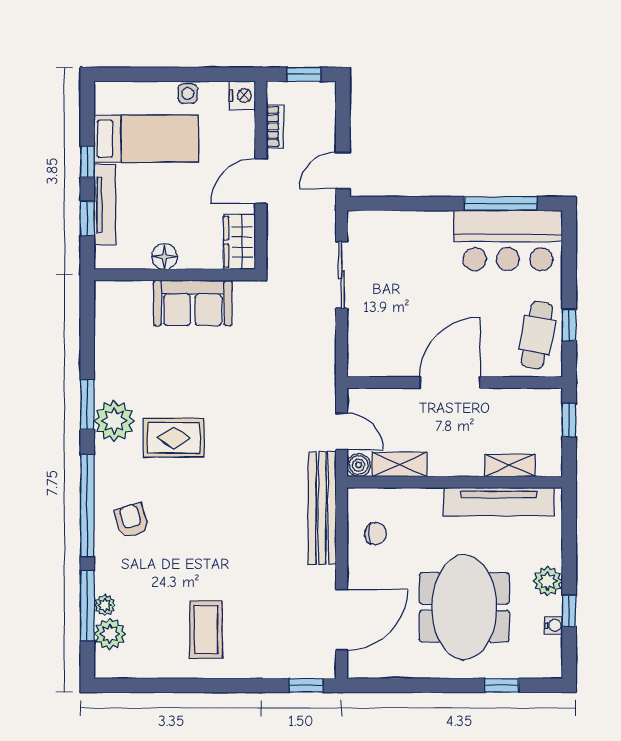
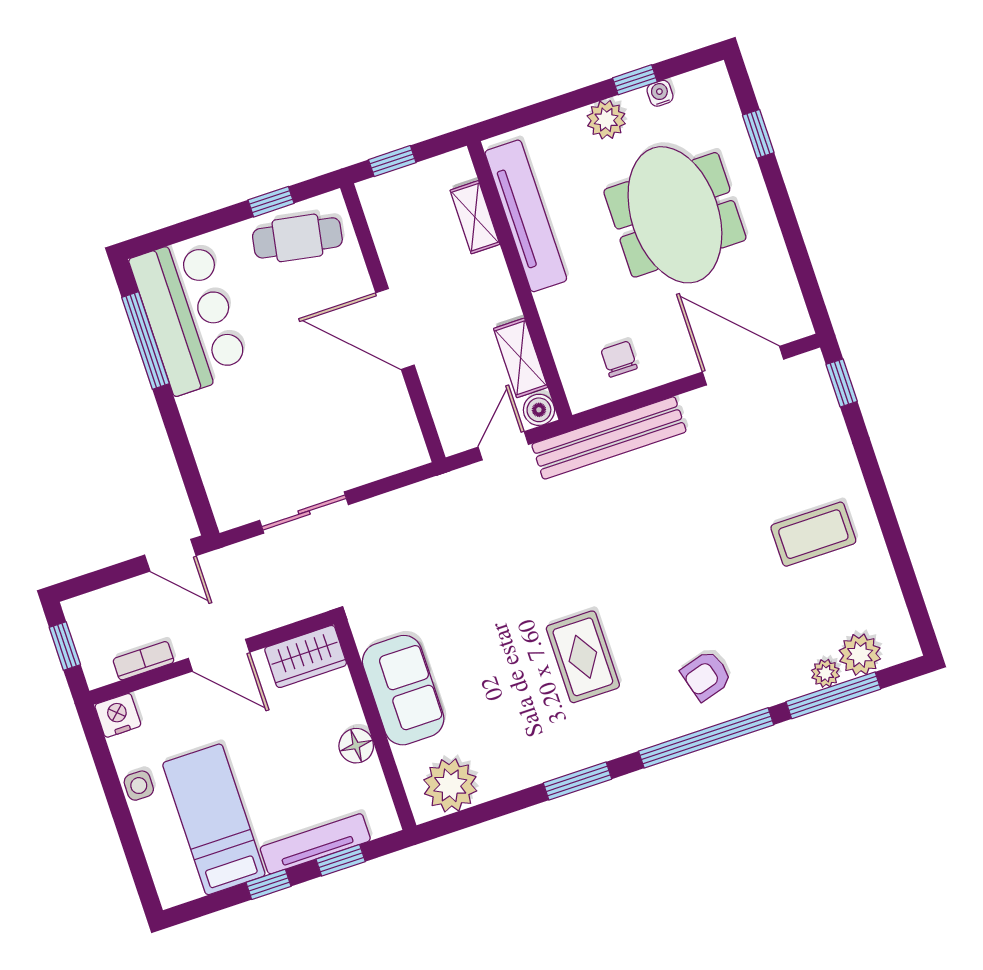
plant: (114, 421) -> (450, 785), moved
meeting table: (464, 607) -> (675, 215), turned 90

